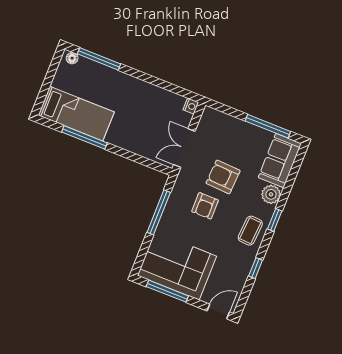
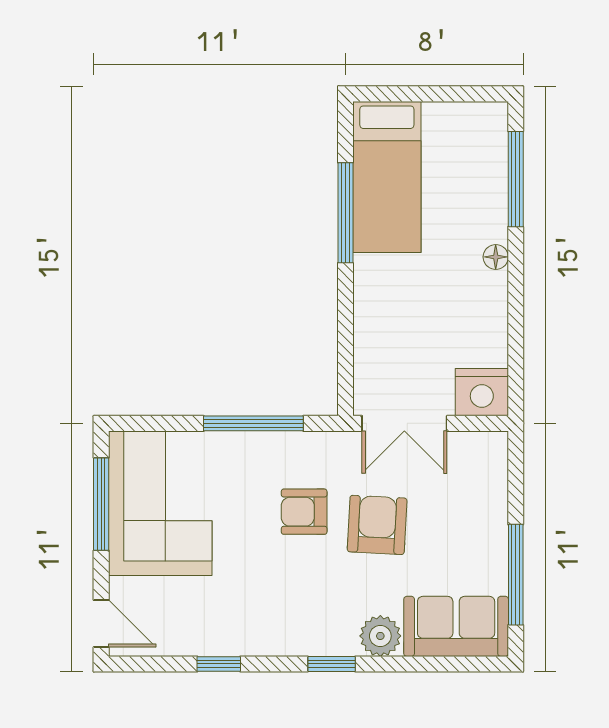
floor lamp: (72, 58) -> (496, 257), moved
nightstand: (191, 106) -> (482, 392), width x1.89, depth x1.79
double door: (184, 148) -> (404, 423), swing flipped
coffee table: (250, 231) -> (290, 623), removed

